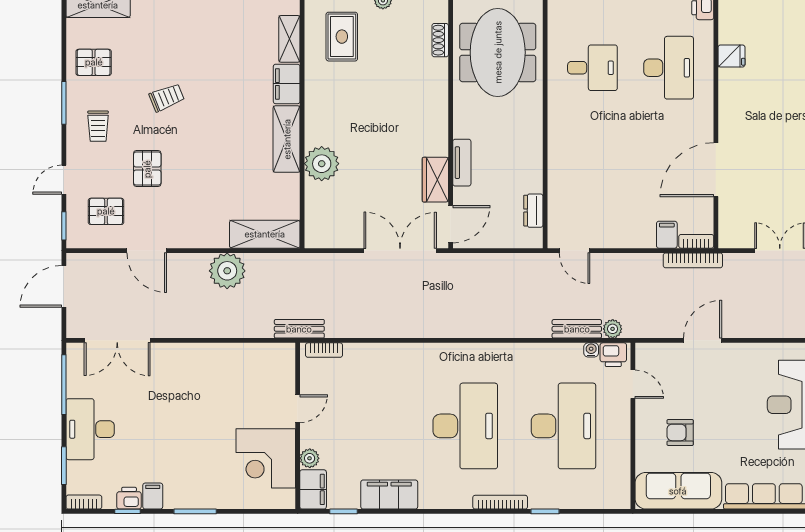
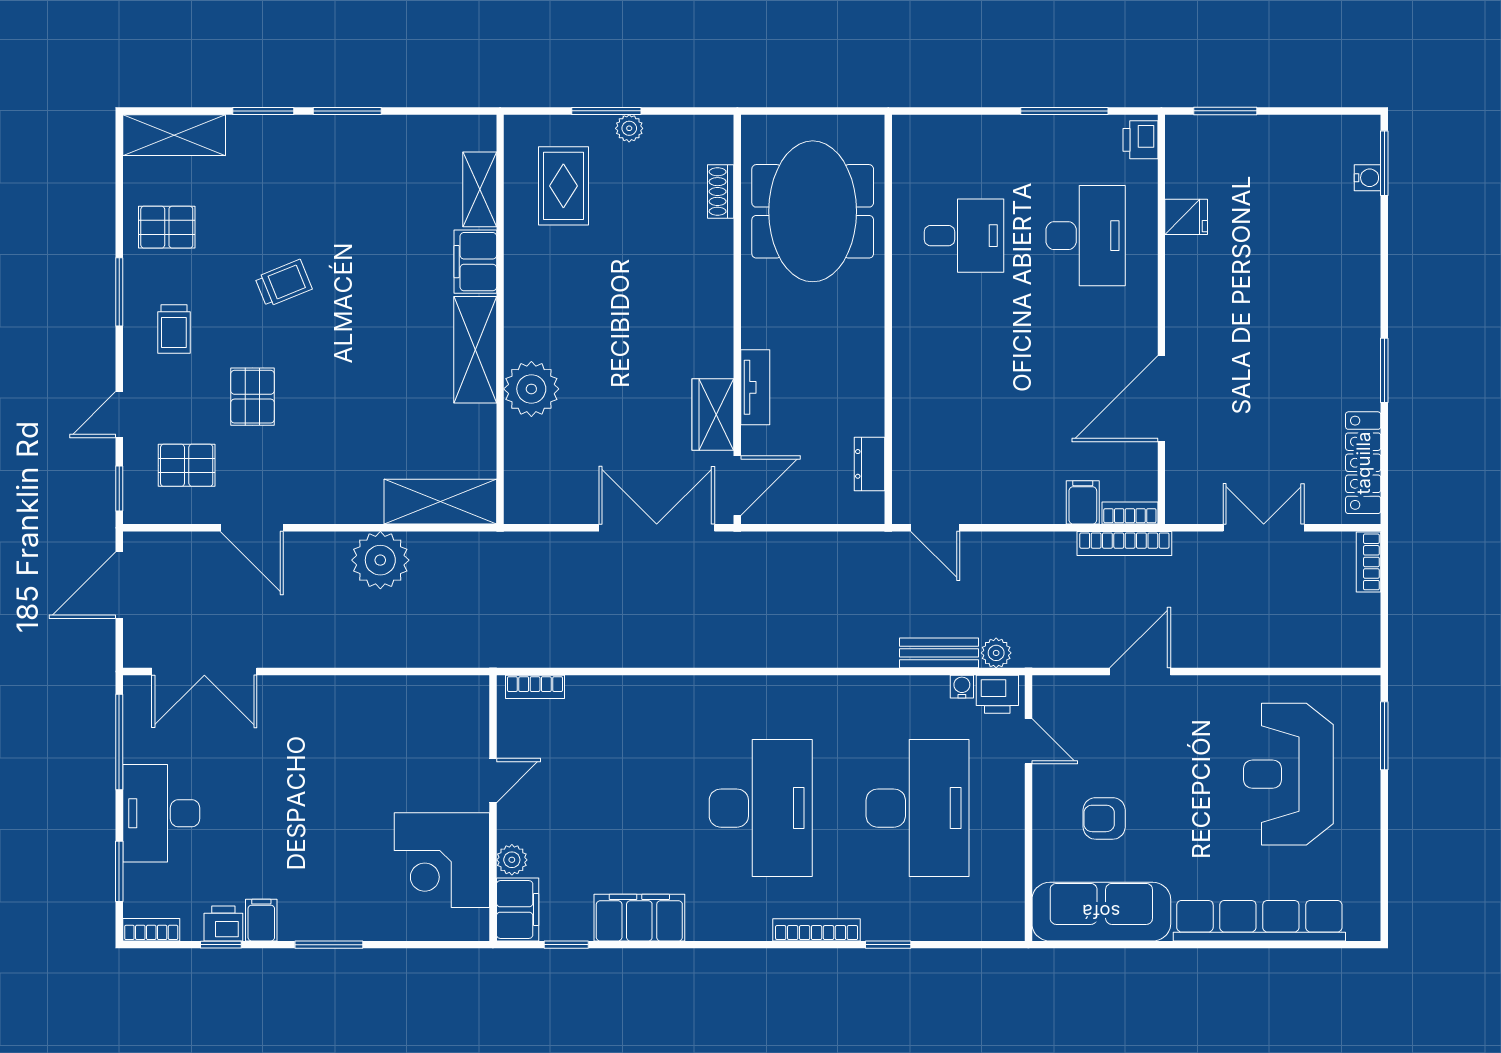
bench: (299, 329) -> (496, 653), removed

